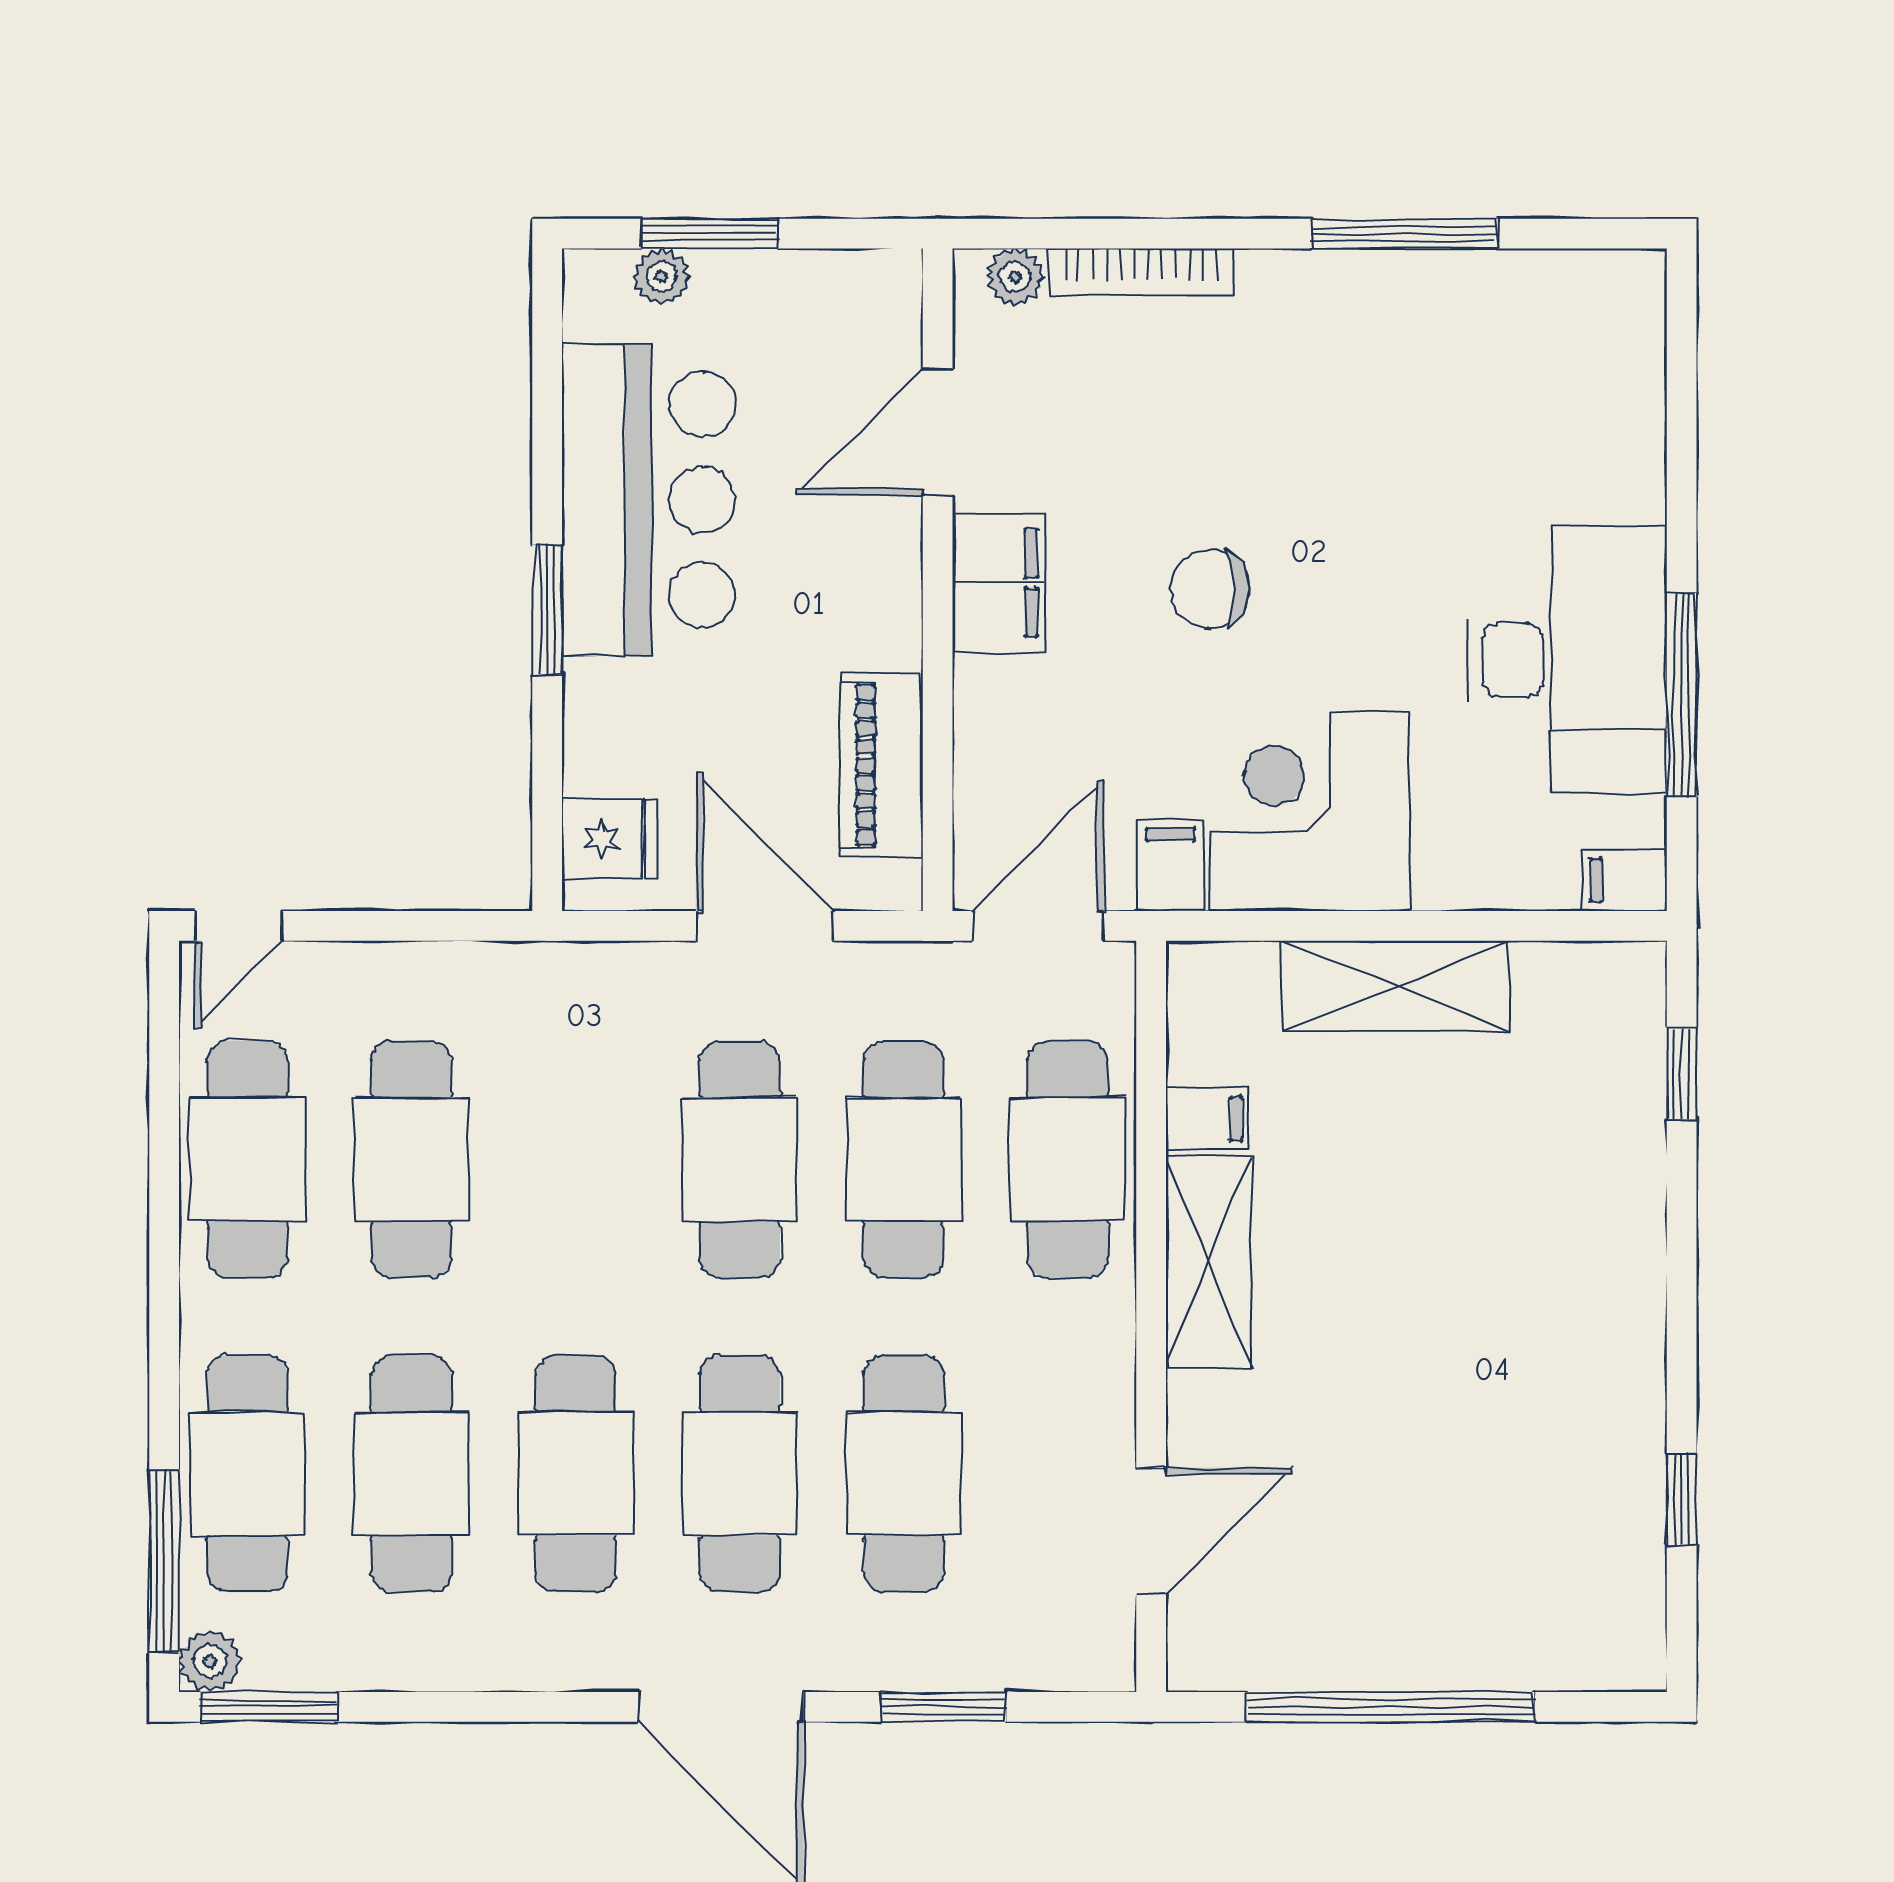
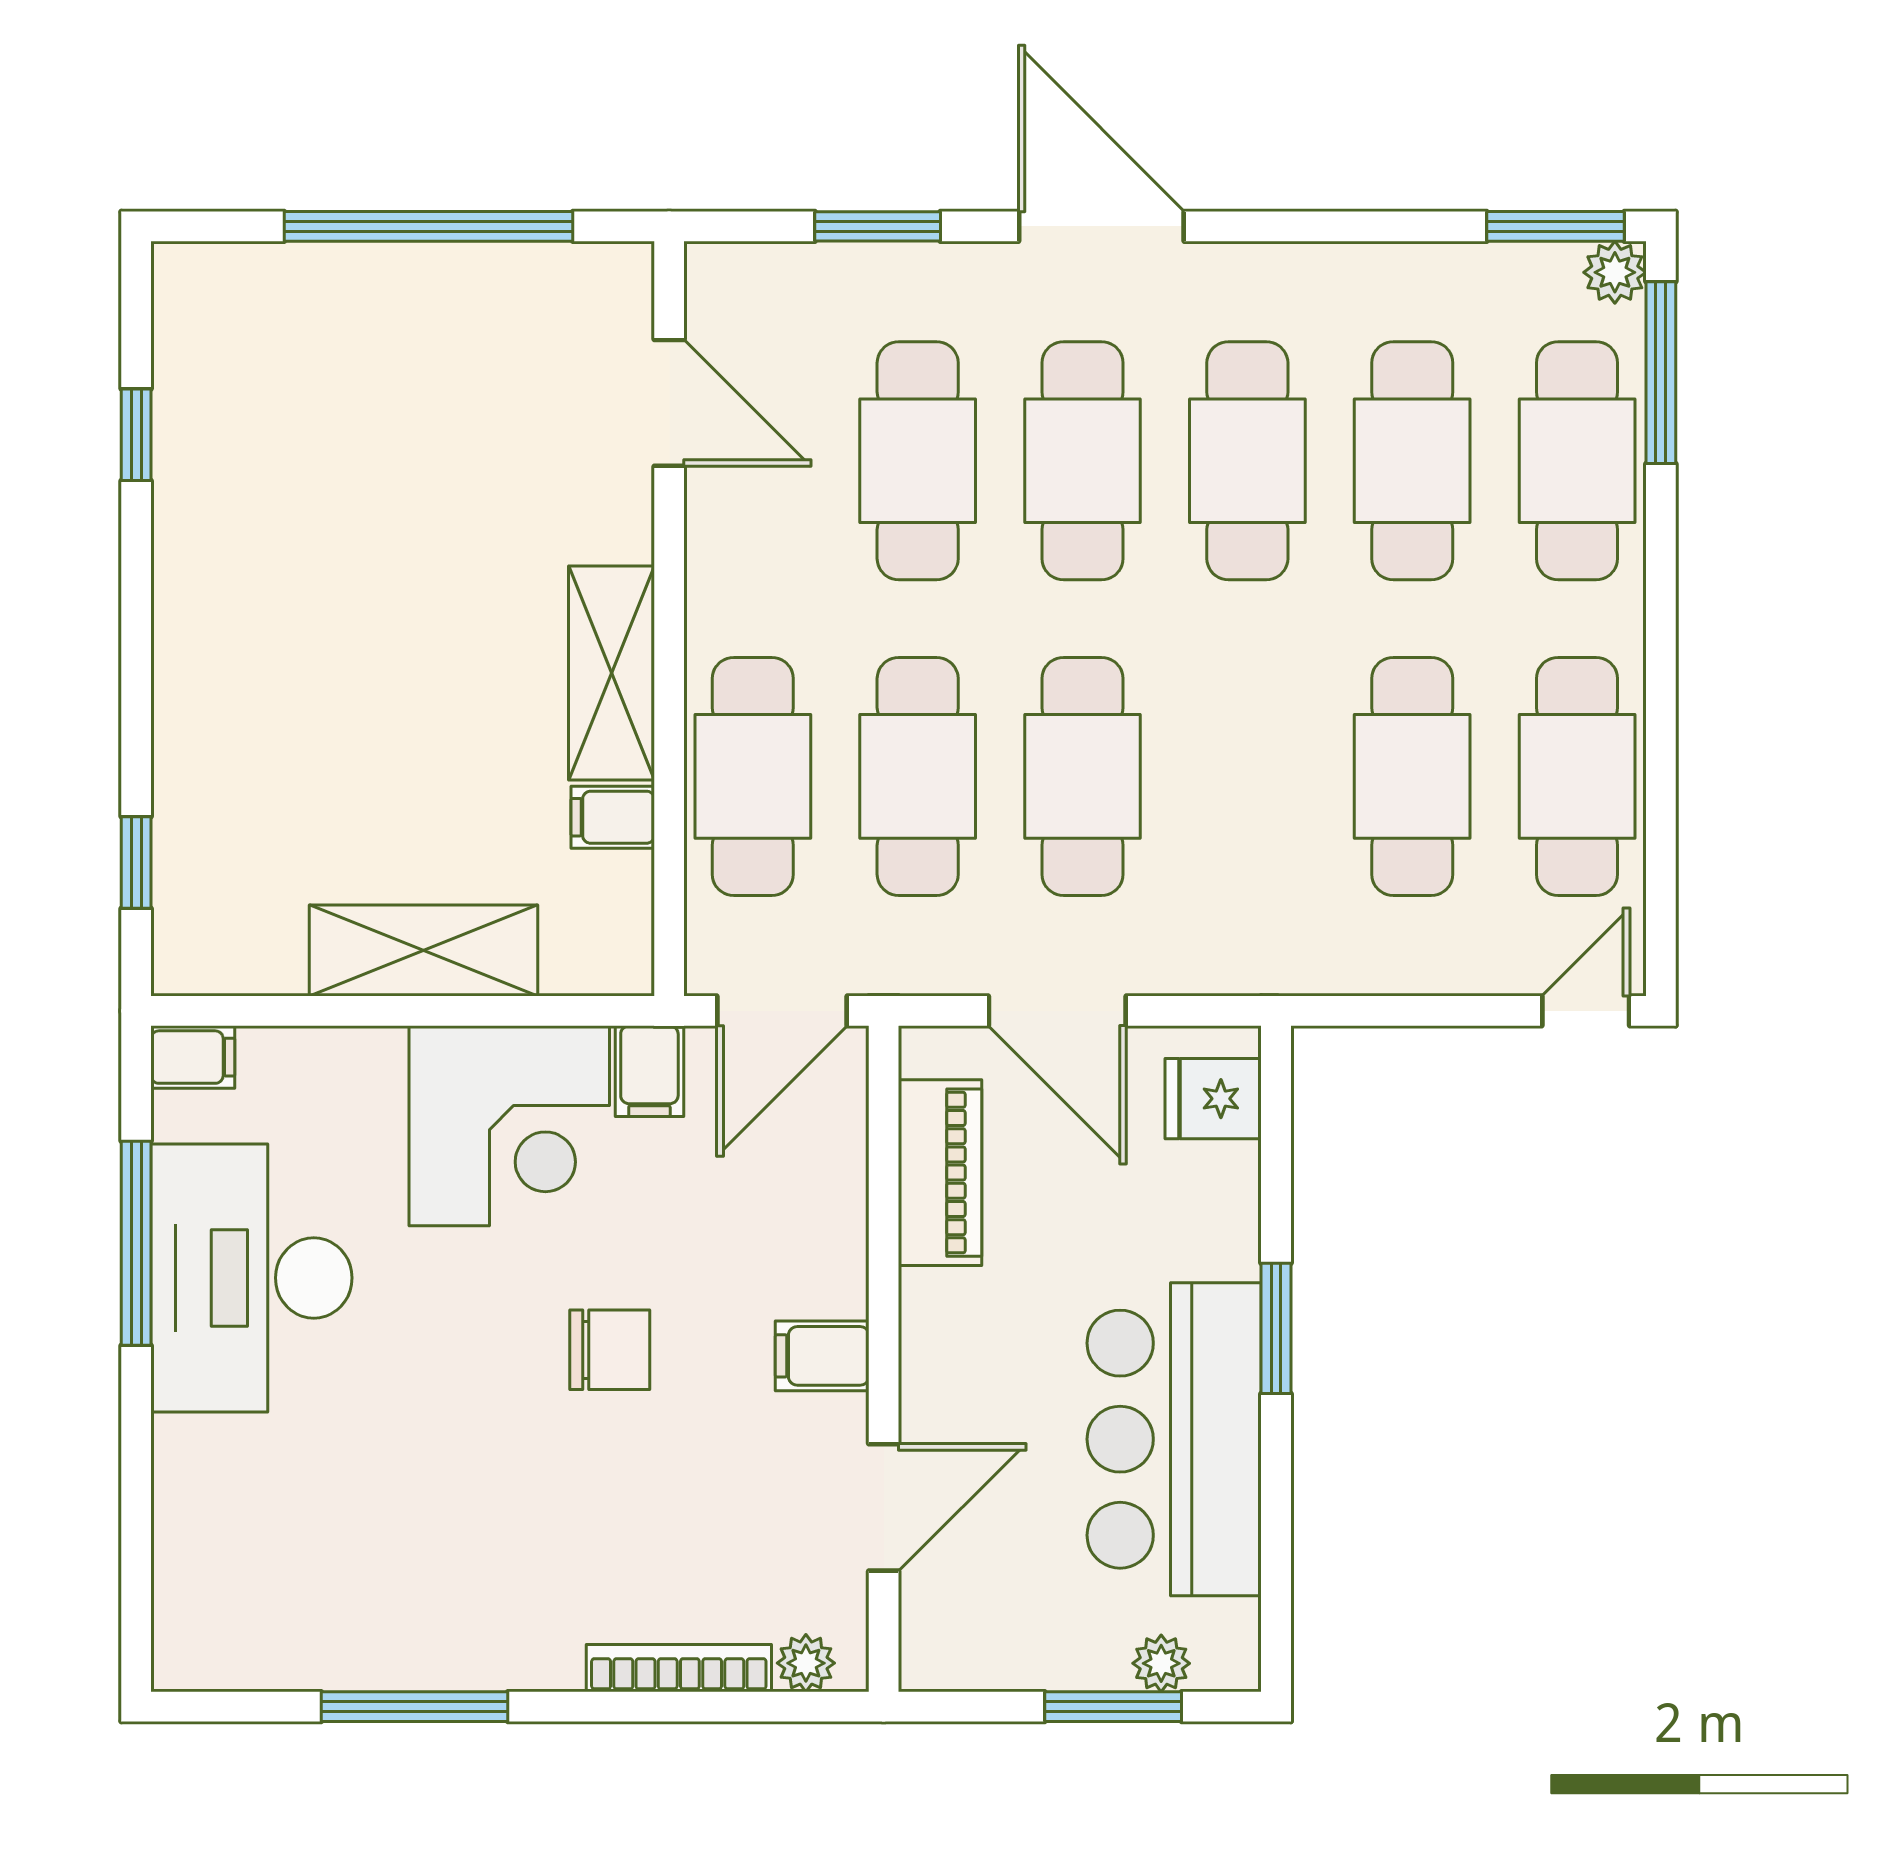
filing cabinet: (999, 583) -> (822, 1356), width x0.50
door: (1151, 1531) -> (669, 403), swing flipped

